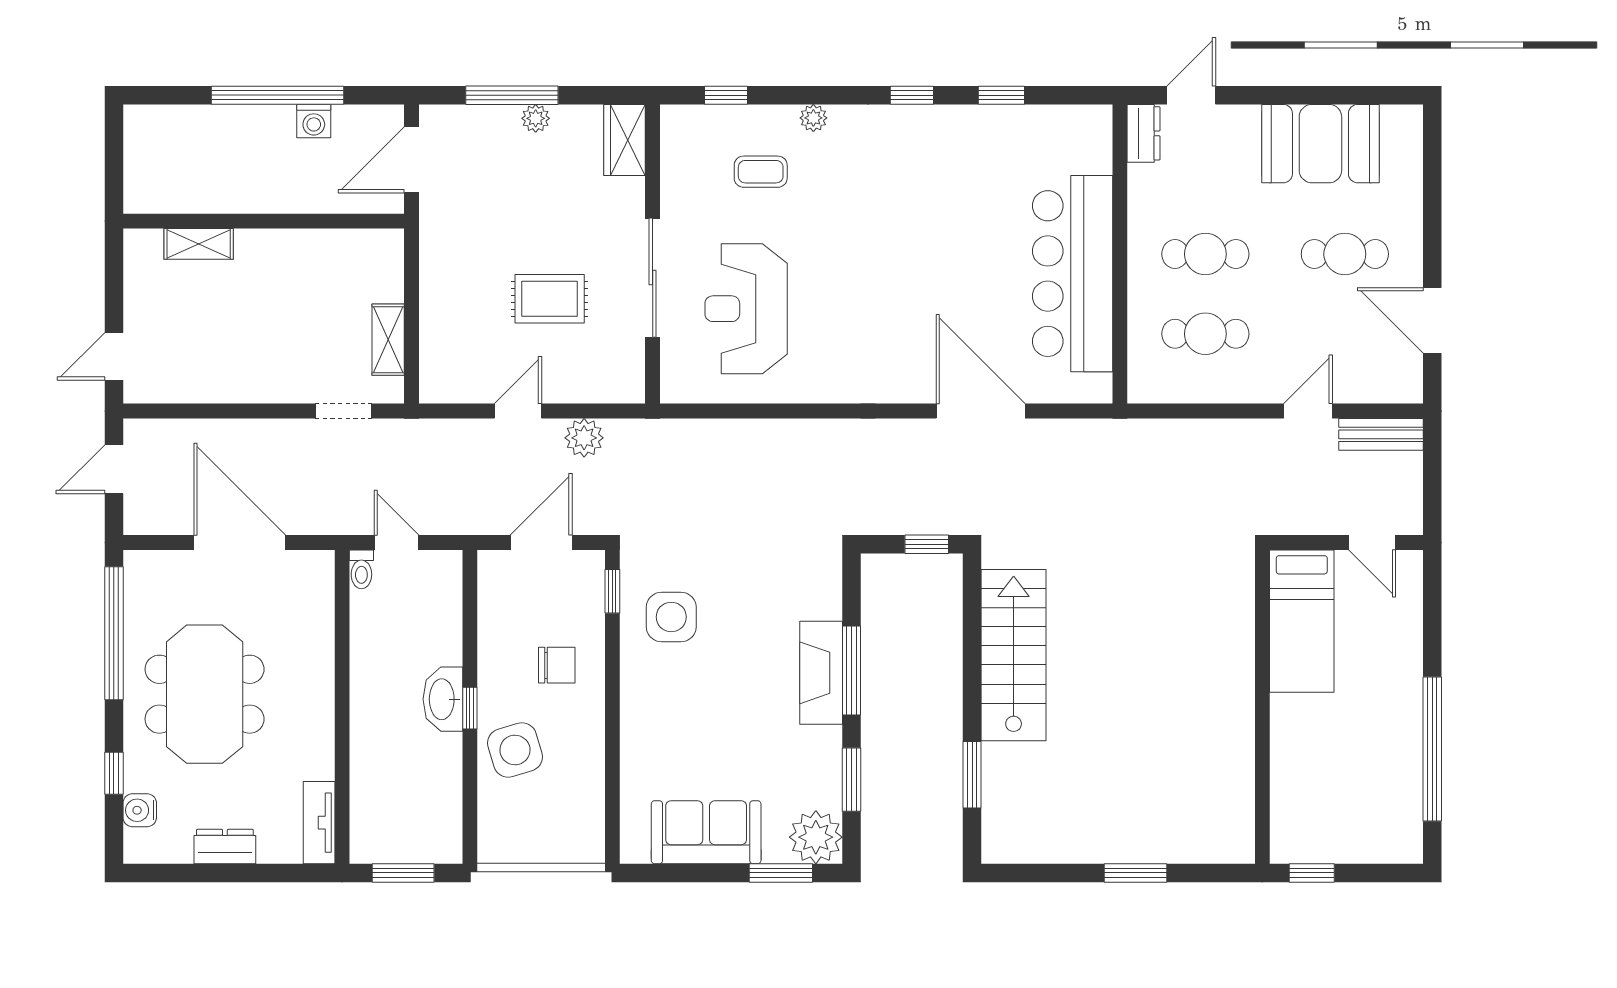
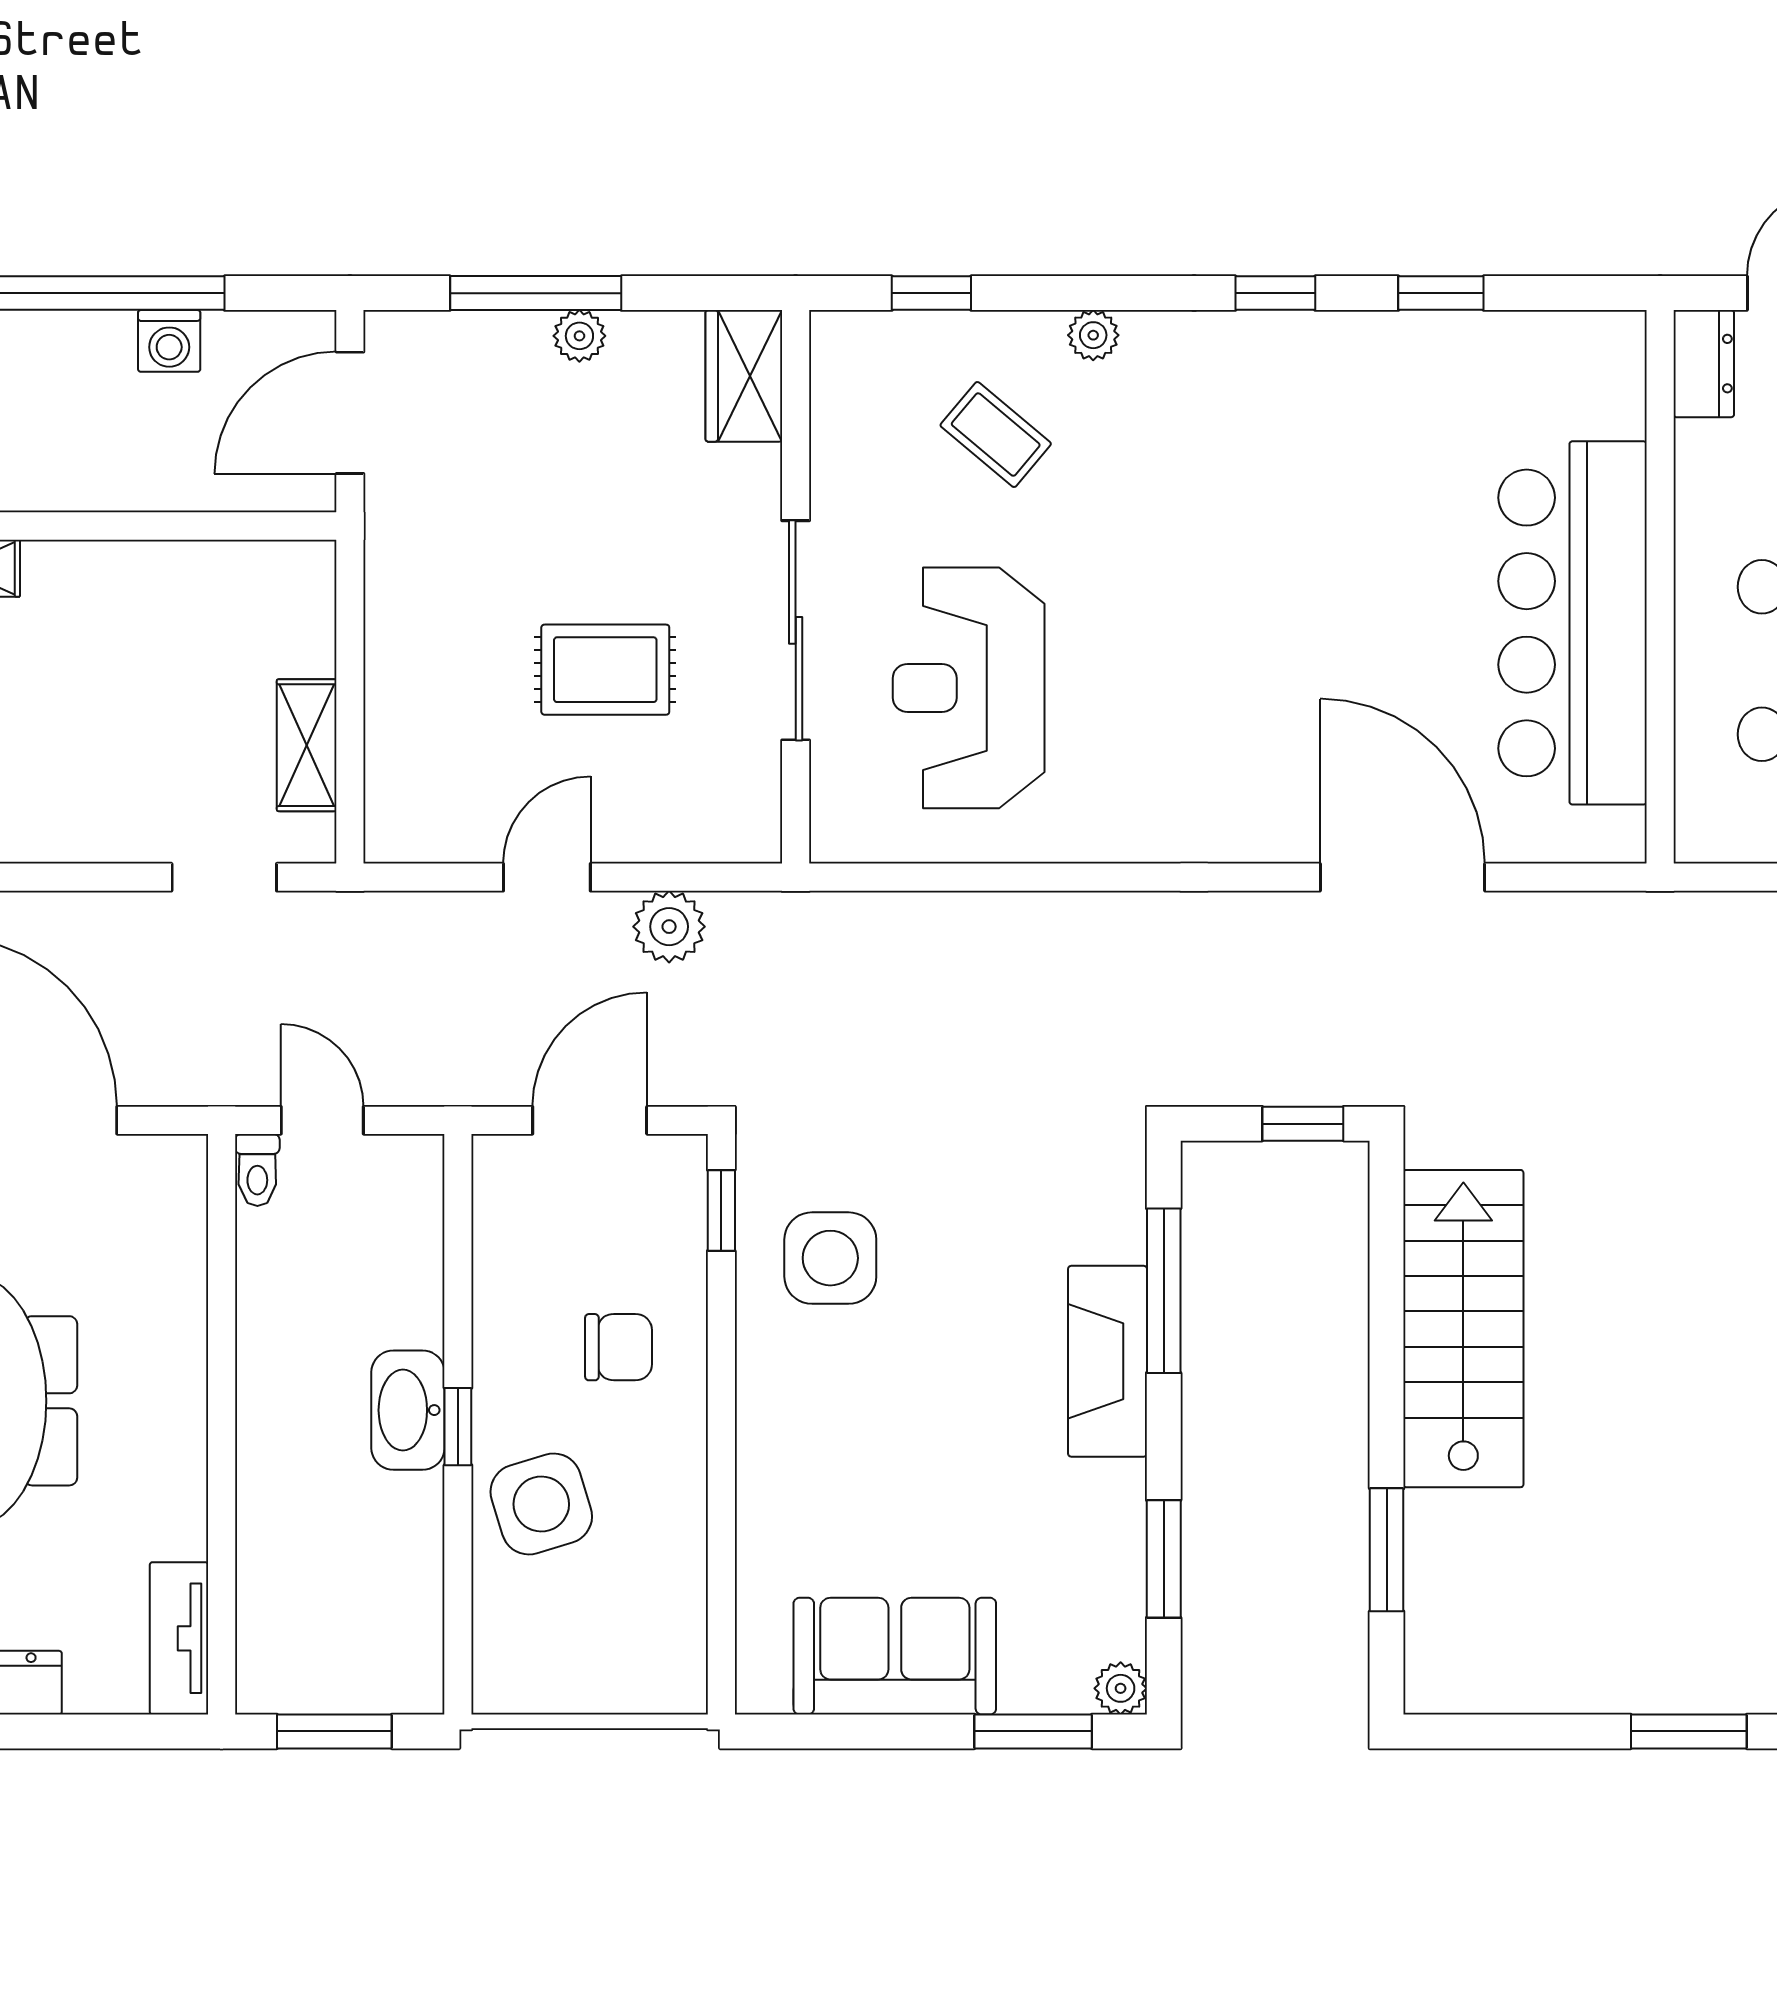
coffee table: (761, 172) -> (996, 435), turned 40
window: (852, 670) -> (1164, 1291), moved
plant: (816, 837) -> (1121, 1688), width x0.53, depth x0.53

